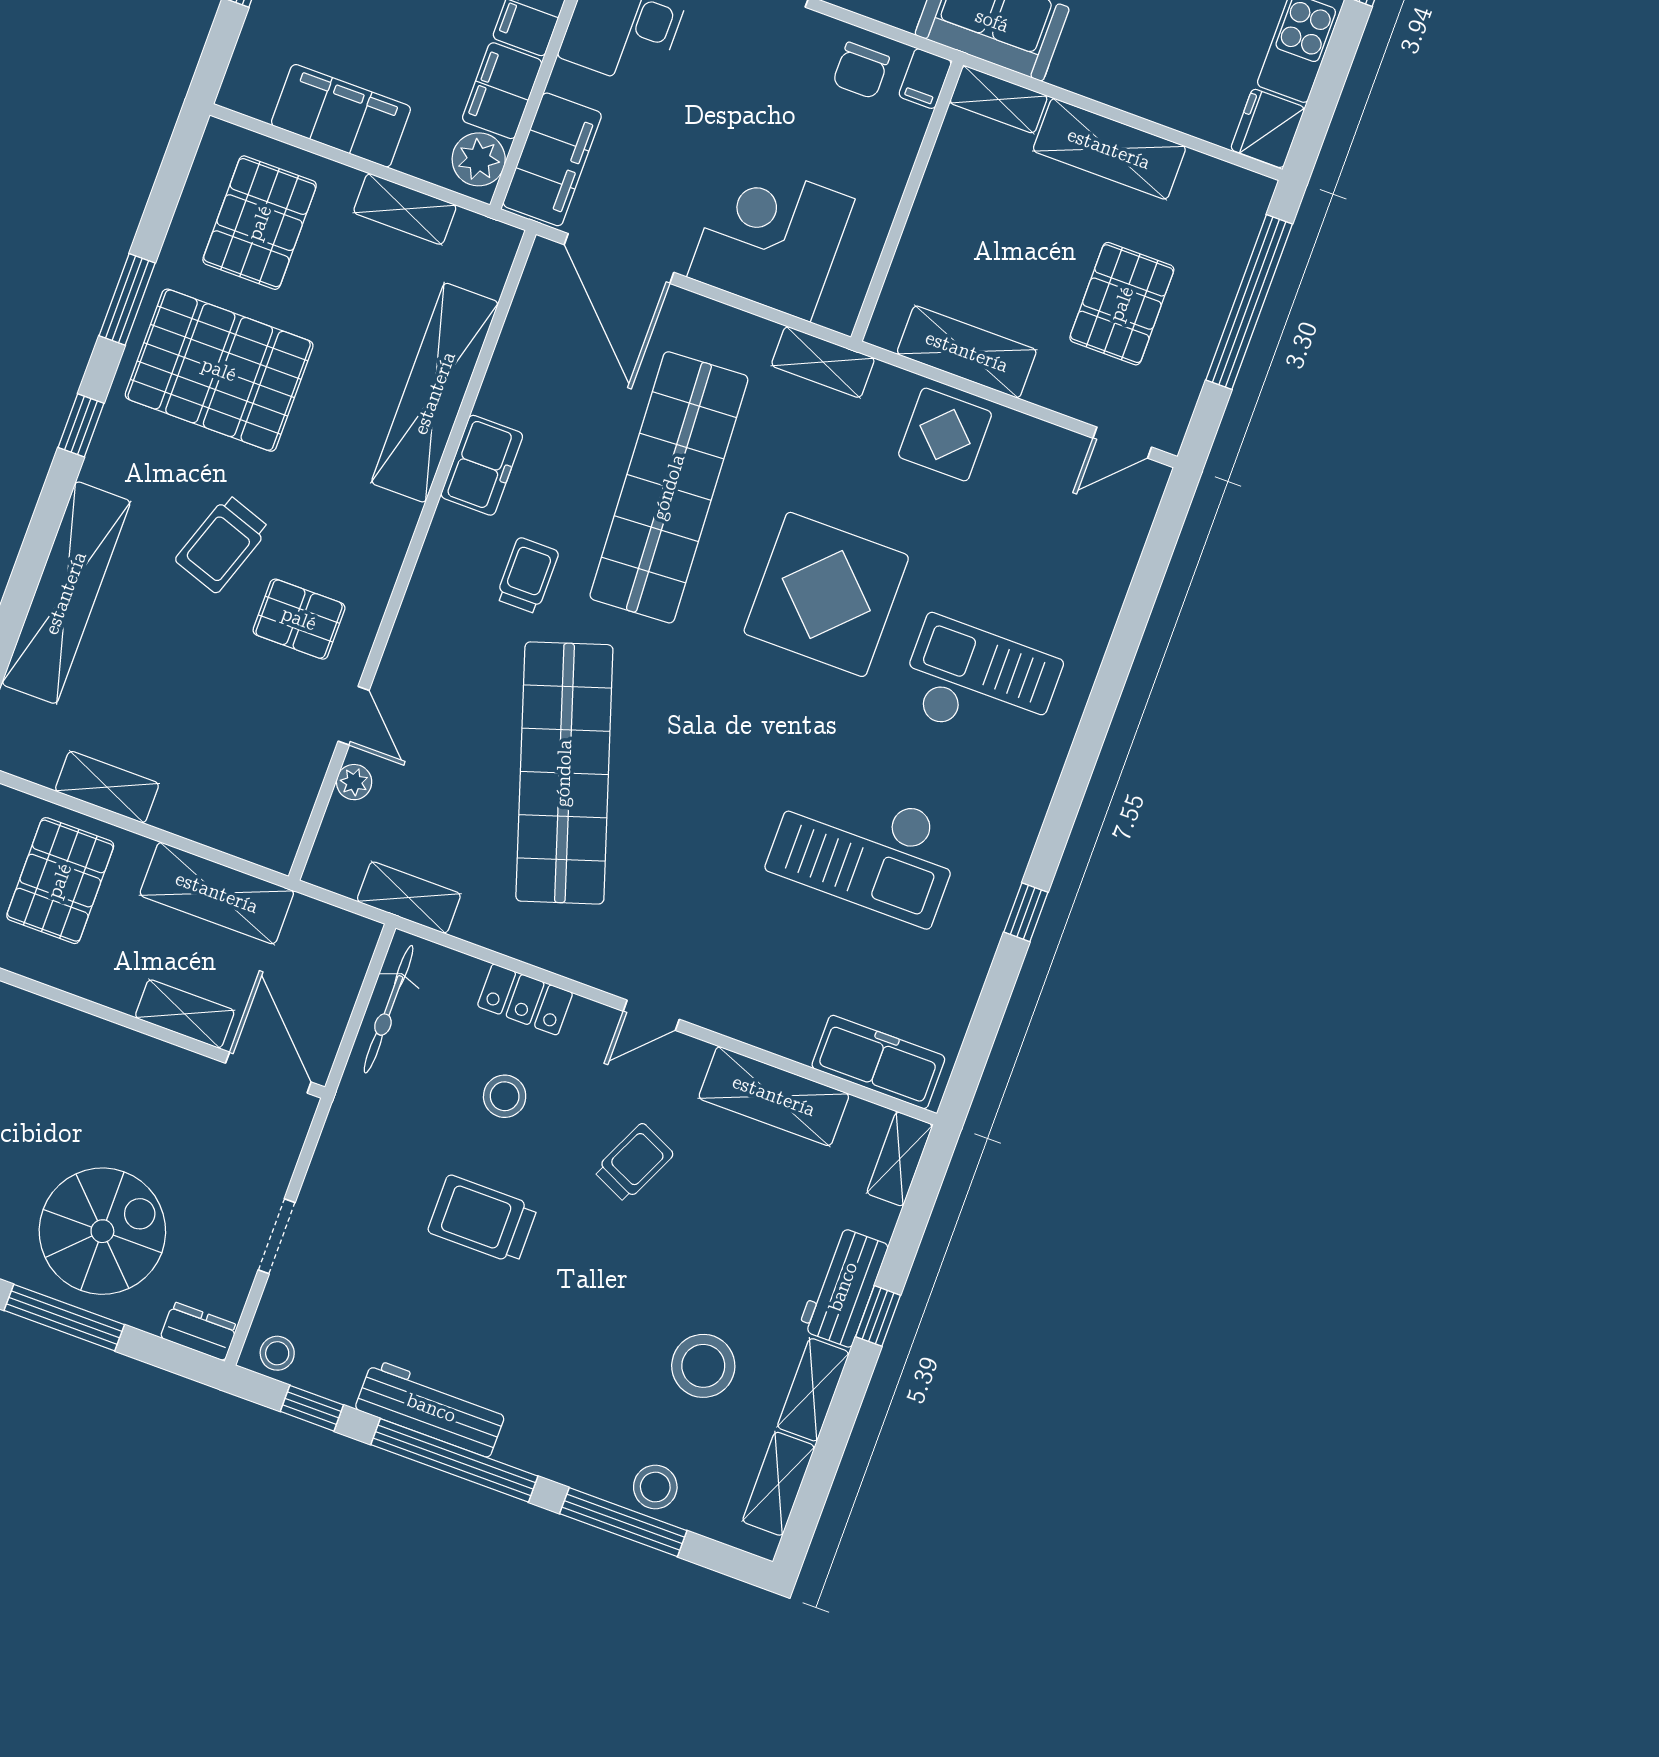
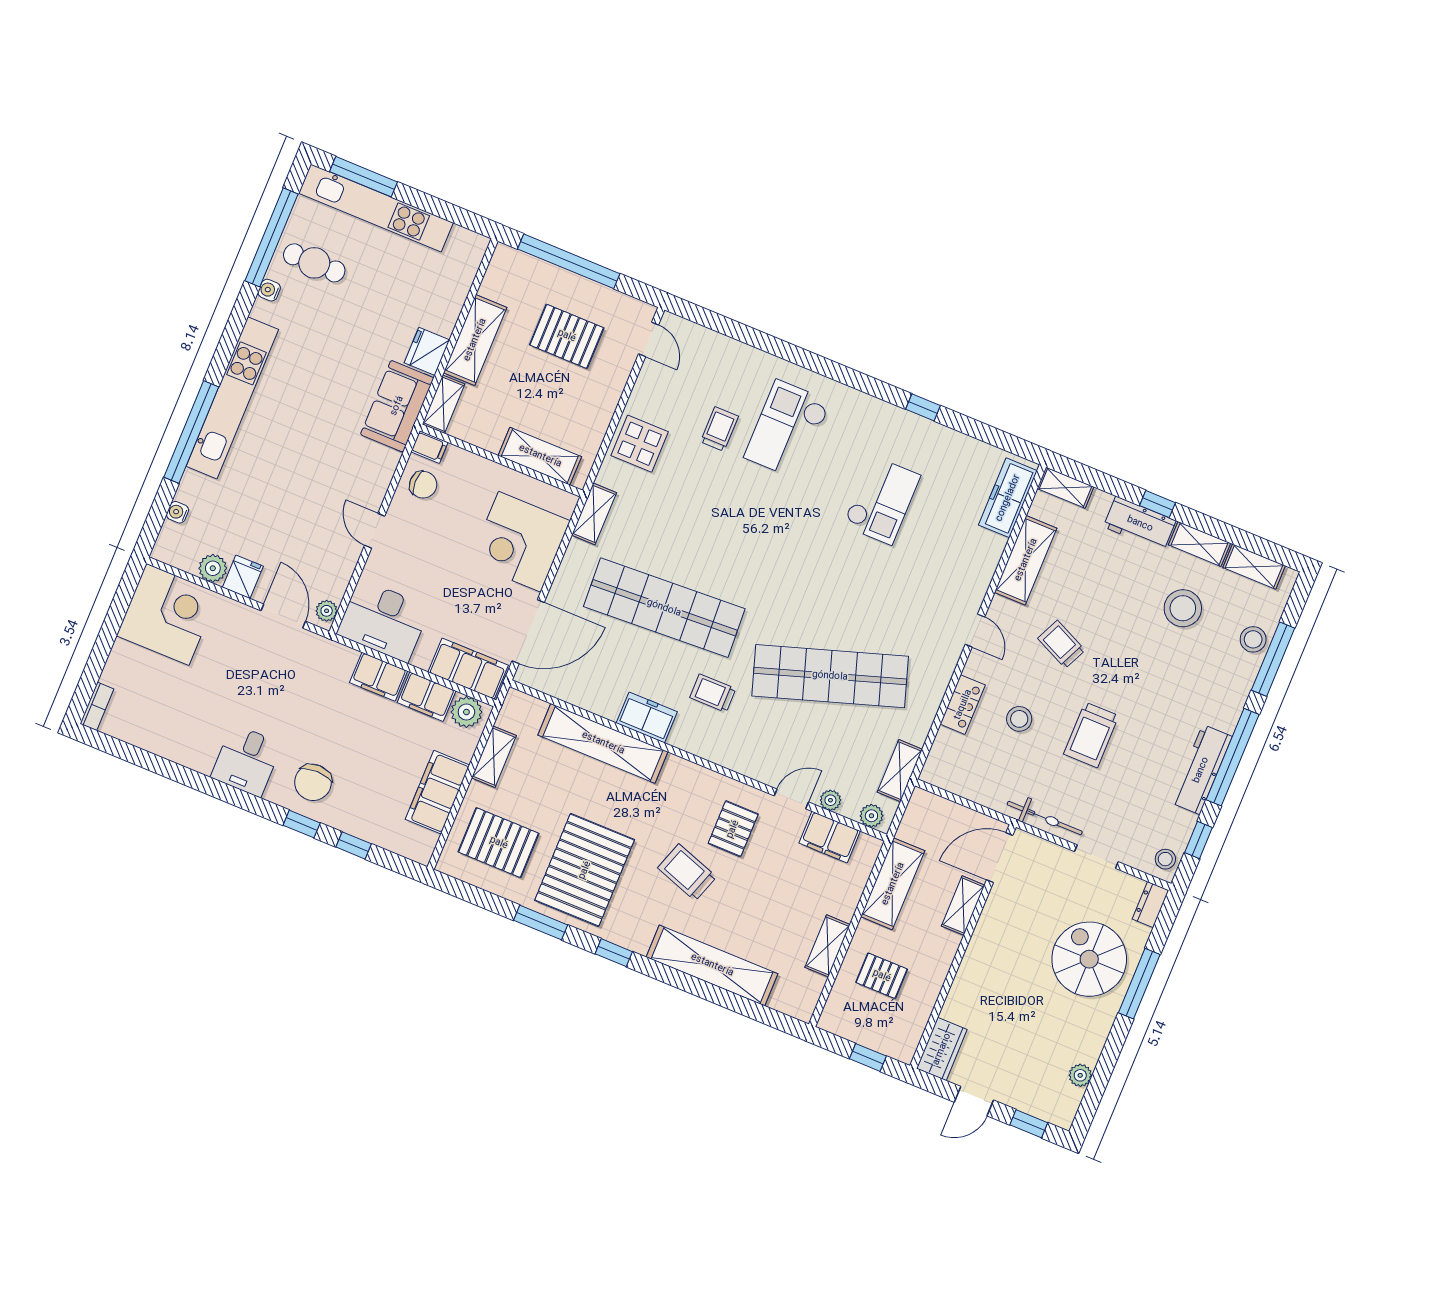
fridge: (1268, 128) -> (427, 351), moved, turned 90
shelving: (967, 352) -> (540, 456), moved, turned 90
trolley: (222, 544) -> (687, 872), turned 180
trolley: (975, 569) -> (719, 429), added
display table: (826, 594) -> (731, 518), removed
filing cabinet: (292, 783) -> (830, 837), added
checkout: (866, 848) -> (882, 500), width x0.73, depth x0.83
plant: (331, 853) -> (871, 816), added
pallet: (60, 881) -> (882, 976), width x0.67, depth x0.71
bicycle: (389, 1009) -> (1045, 818), moved

